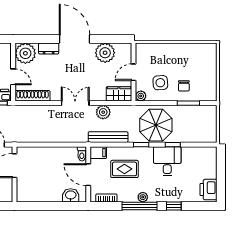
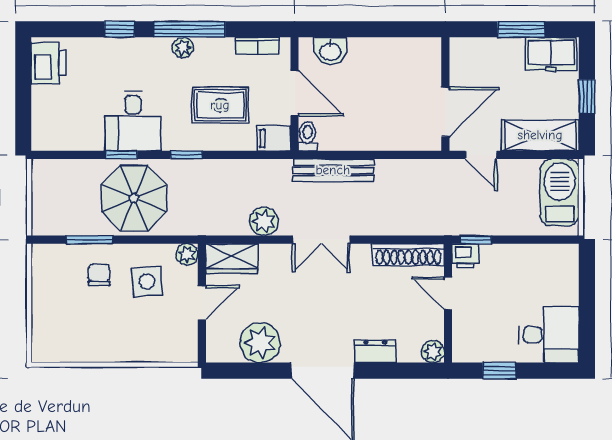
plant: (25, 53) -> (433, 351), width x0.53, depth x0.53
parasol: (156, 125) -> (134, 198), moved
bench: (108, 137) -> (333, 170), moved

